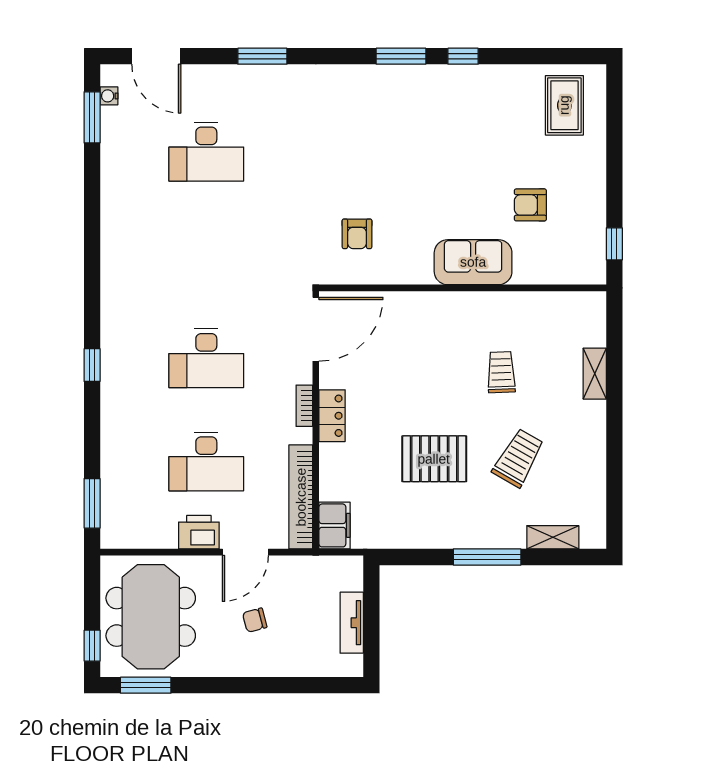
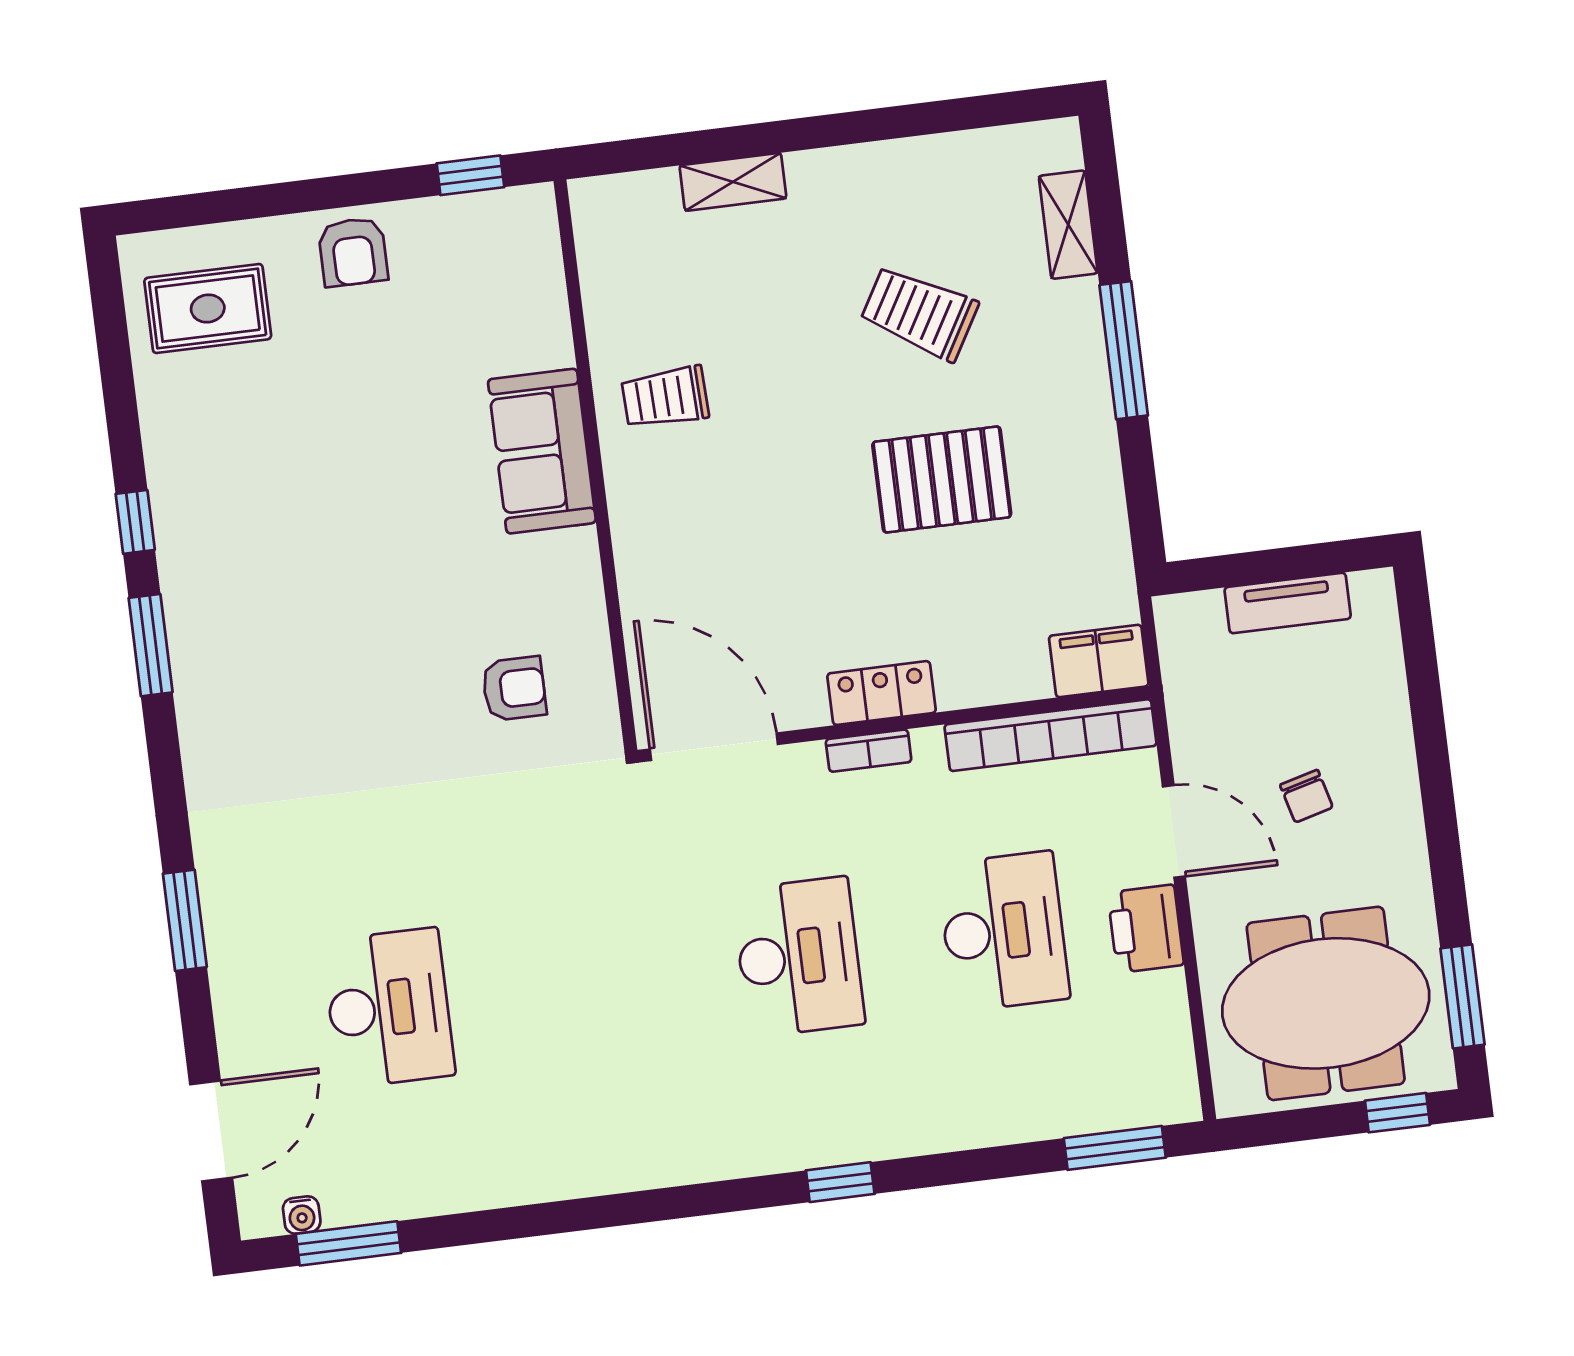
armchair: (530, 205) -> (353, 252), moved
trolley: (501, 372) -> (665, 397), moved
pallet: (434, 459) -> (942, 480), turned 90

